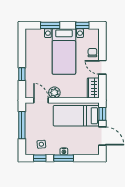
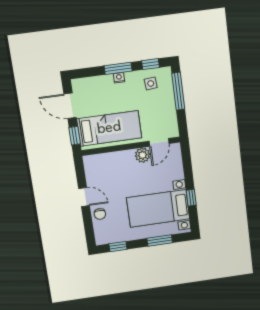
bed with nightstands: (64, 51) -> (158, 208), moved, turned -90
window: (22, 74) -> (191, 198), moved
wardrobe: (93, 88) -> (92, 168), removed
door: (41, 100) -> (159, 142), hinge flipped
window: (22, 125) -> (178, 91), moved

